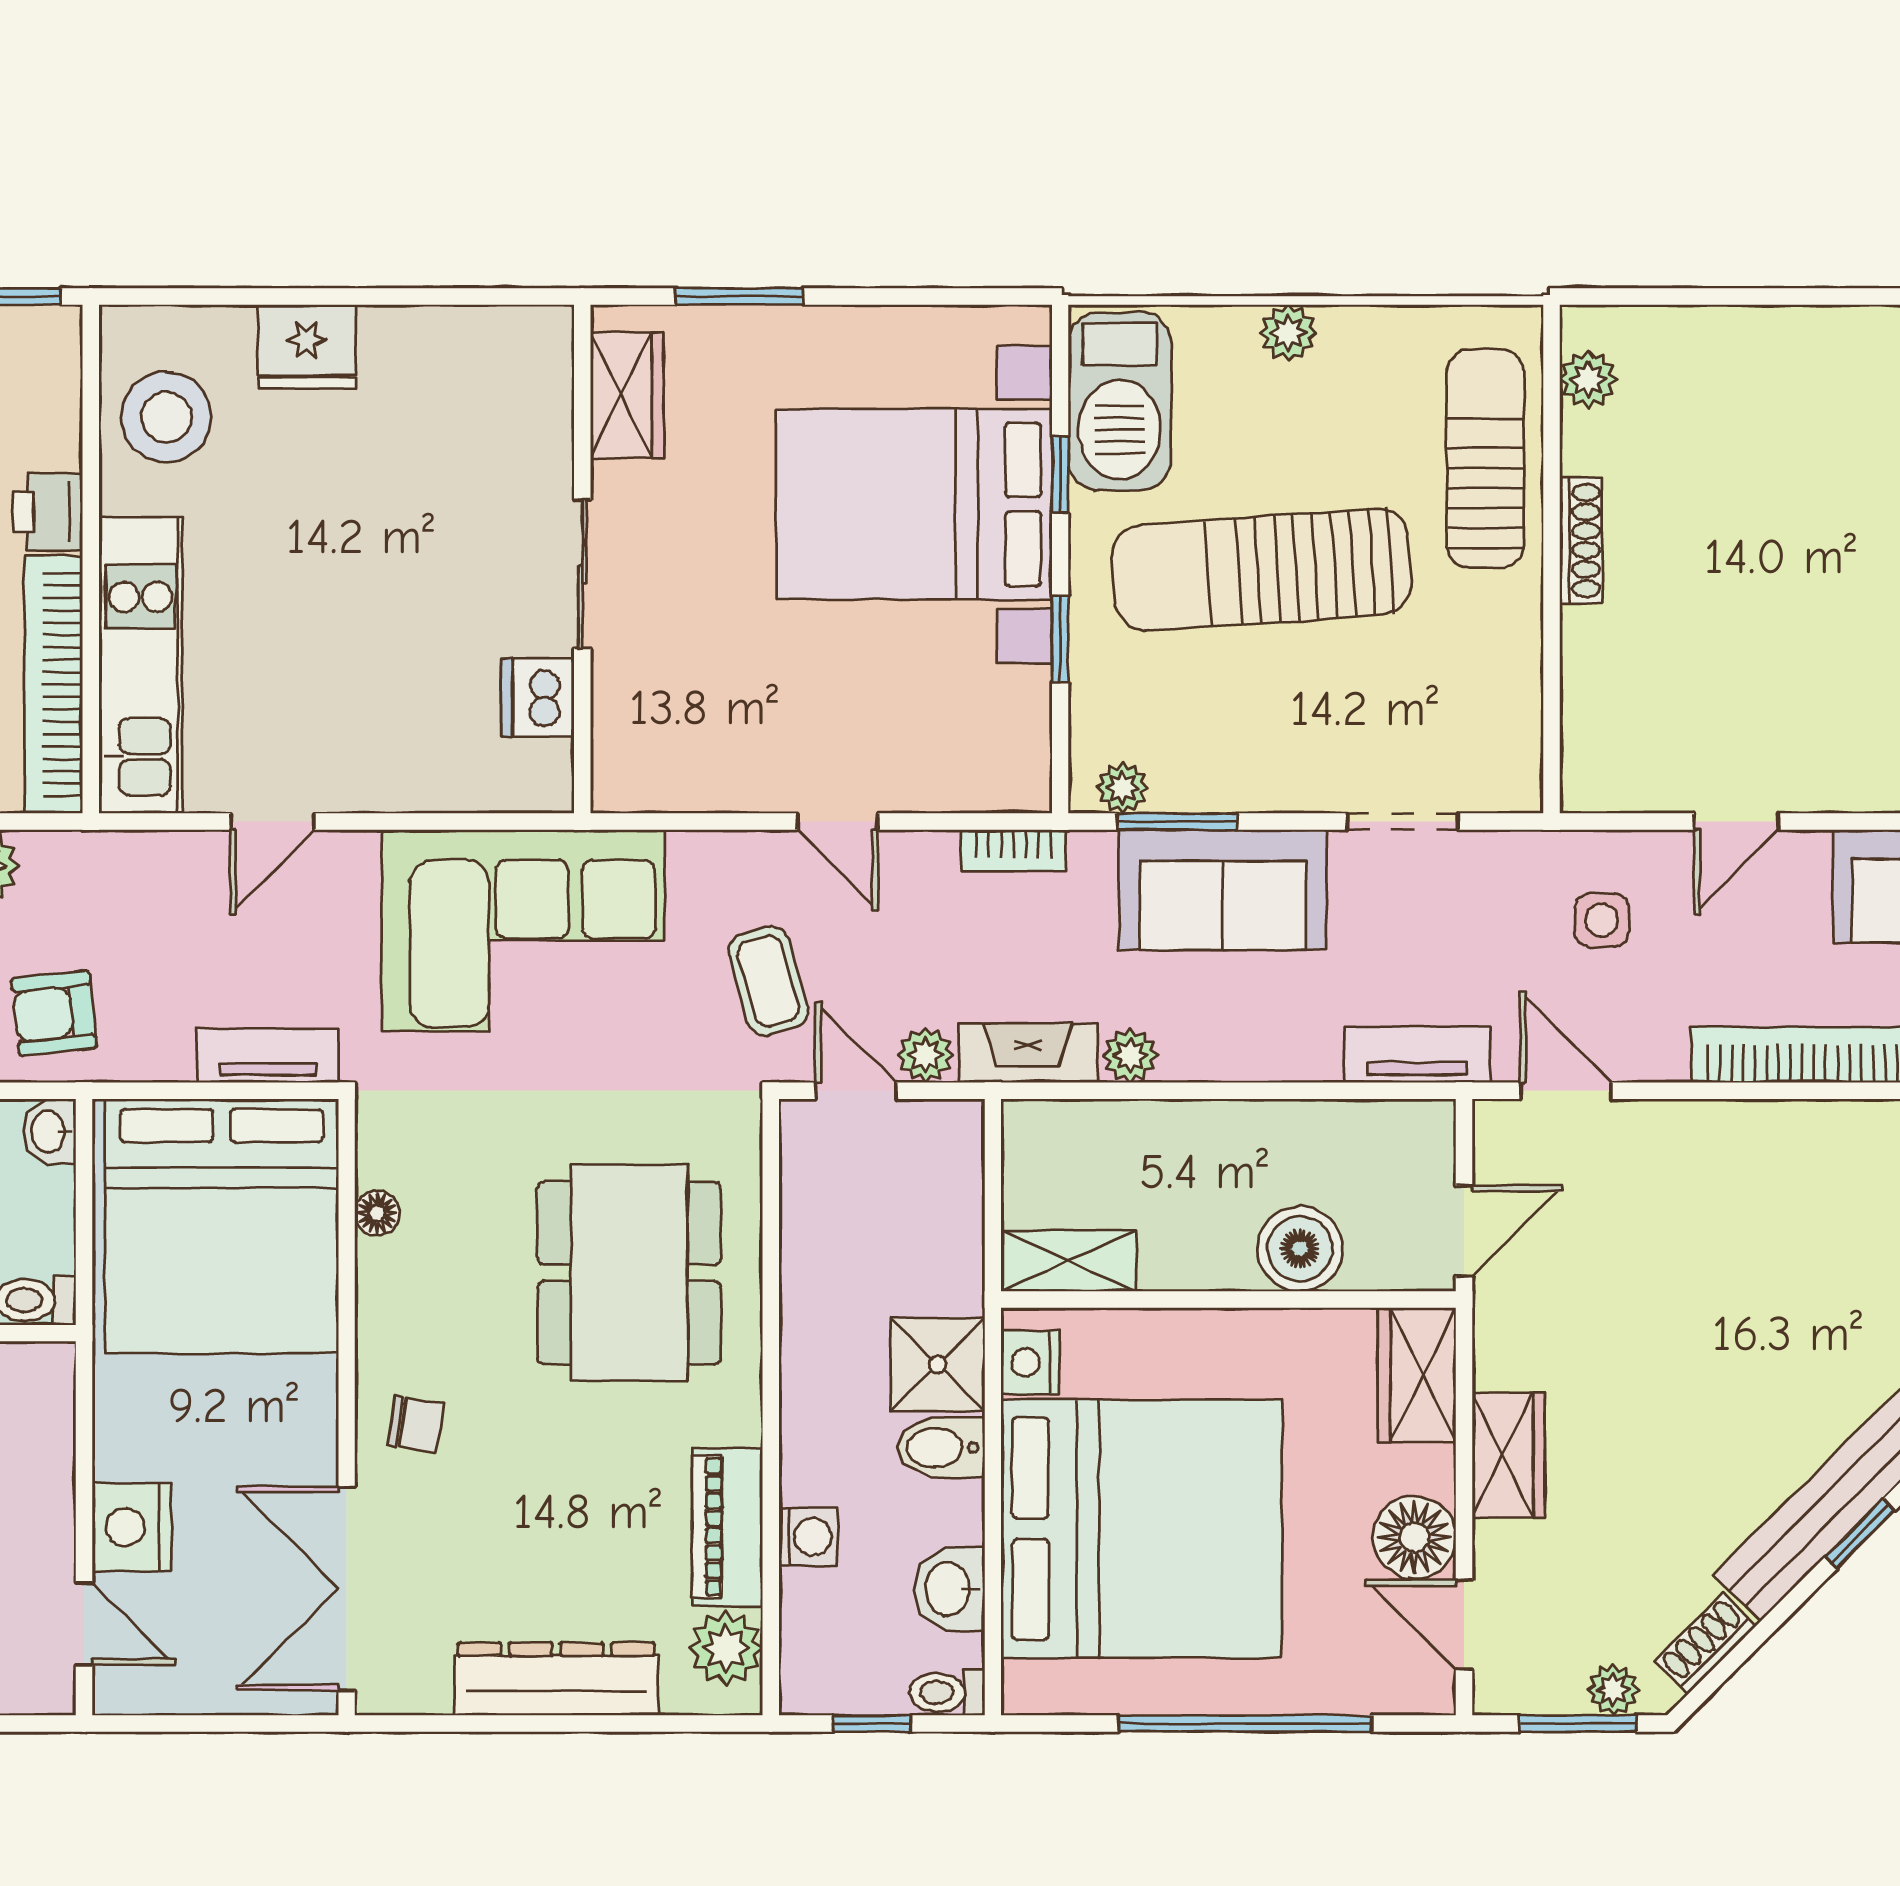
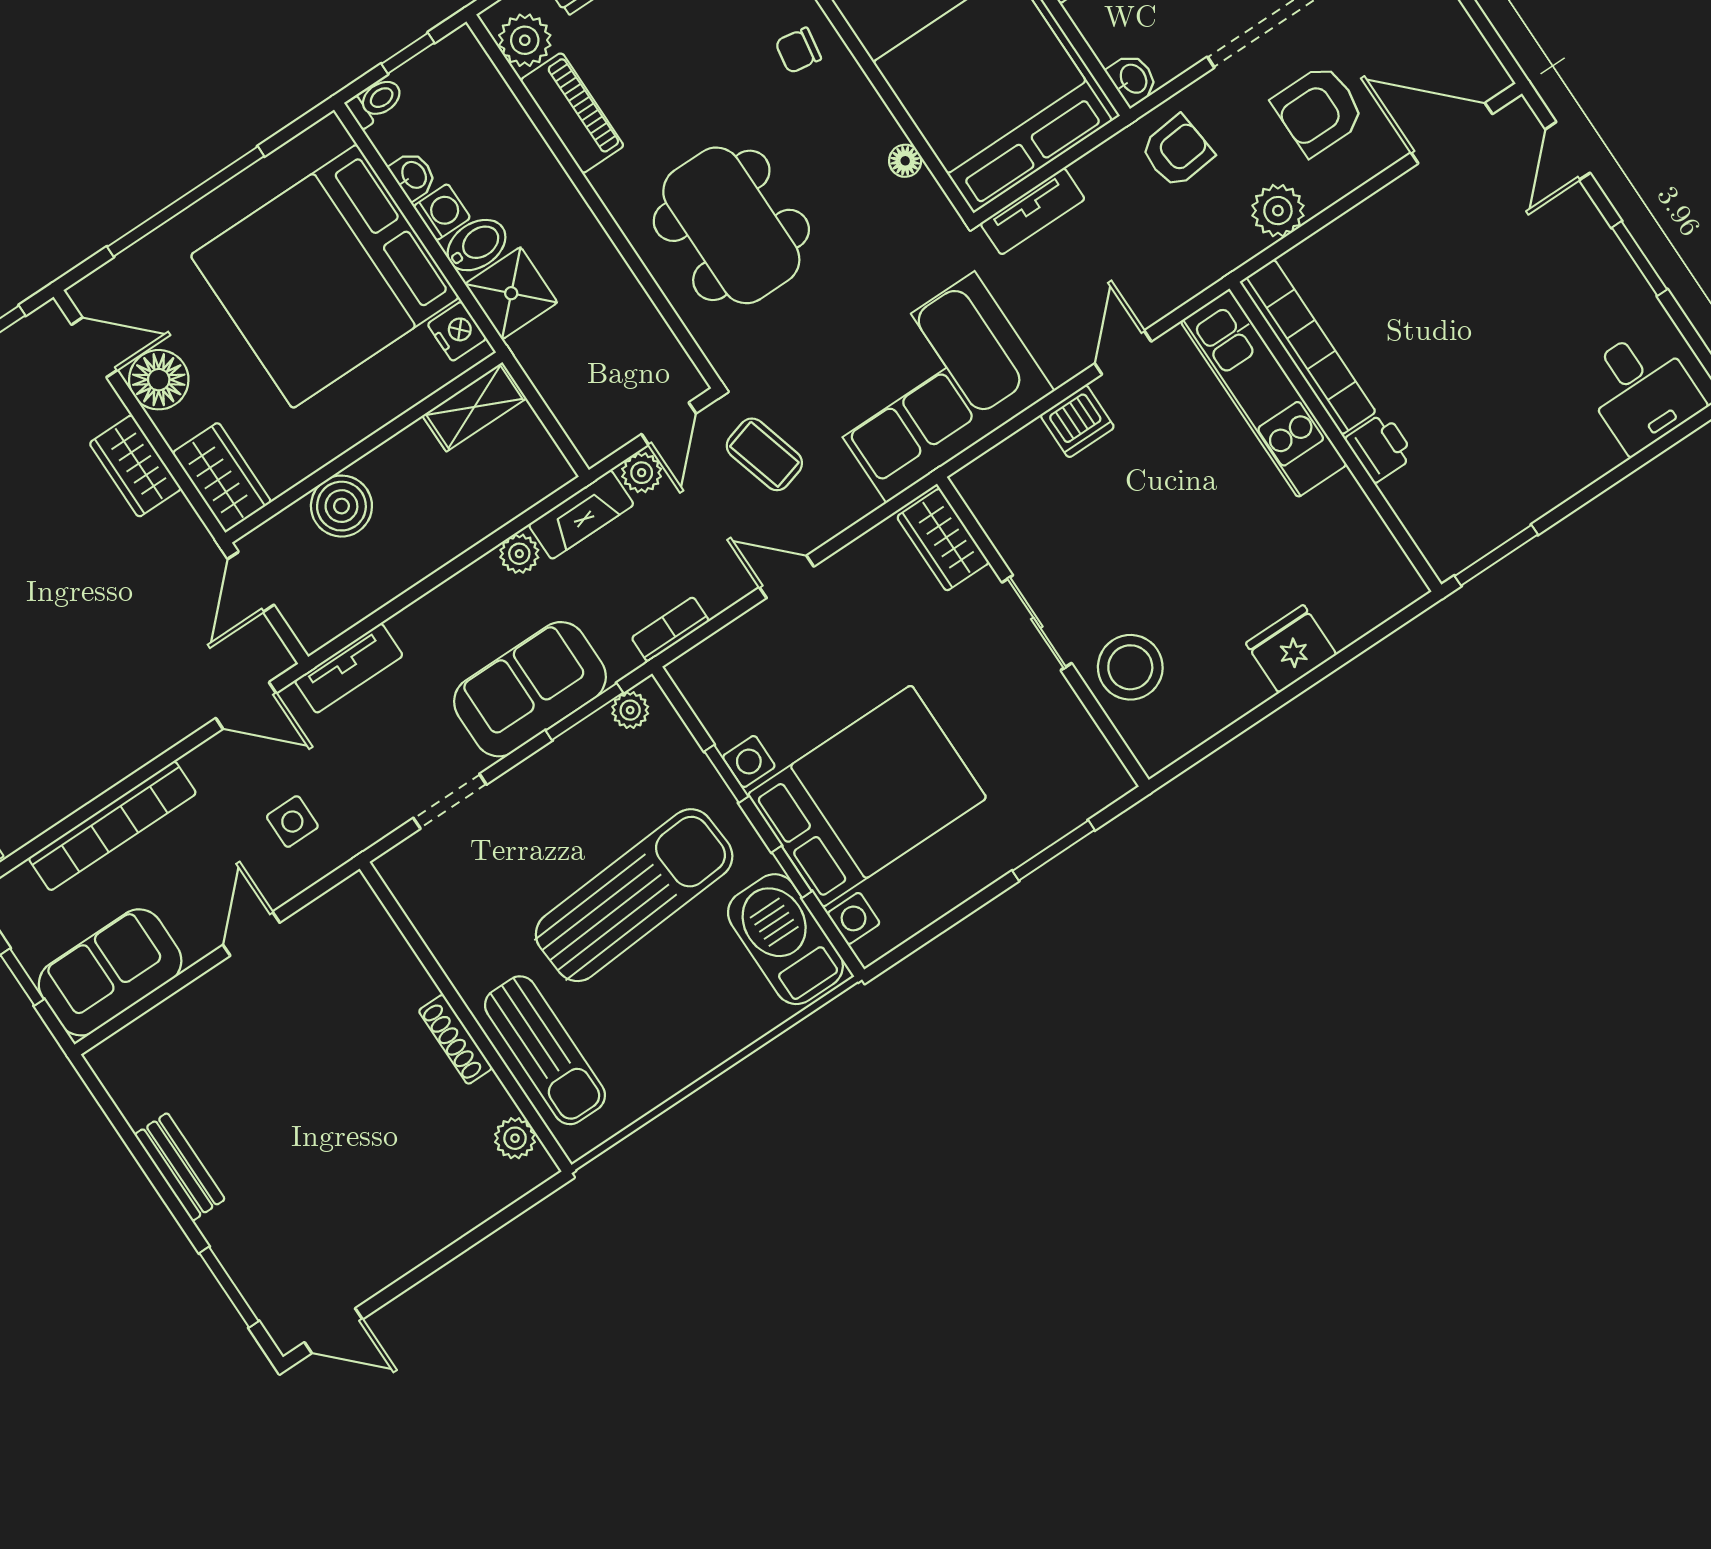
plant: (1288, 333) -> (712, 1047), removed
wardrobe: (627, 395) -> (943, 540), moved
stool: (166, 417) -> (1130, 667), moved
dishwasher: (538, 698) -> (1077, 421), moved, turned 90
door: (856, 1091) -> (669, 424), hinge flipped
washing machine: (808, 1536) -> (442, 212), moved, turned 180
washbasin: (950, 1589) -> (413, 176), width x0.72, depth x0.69

